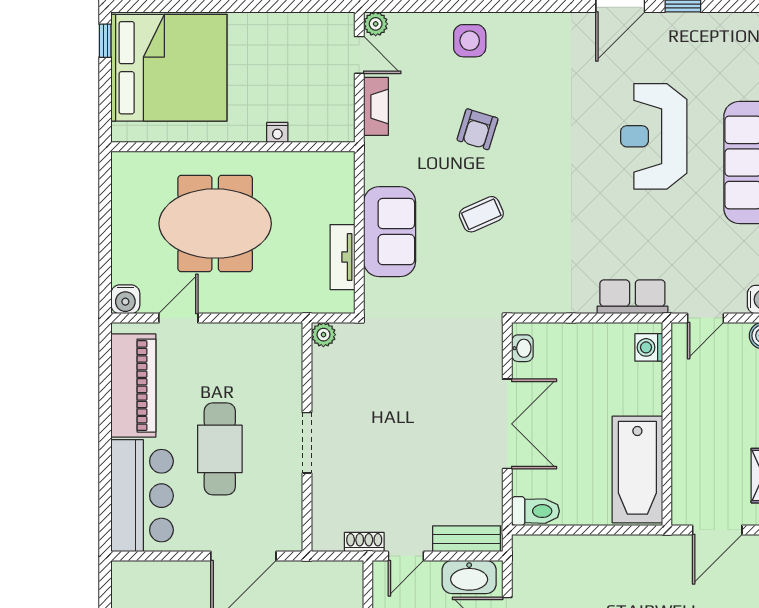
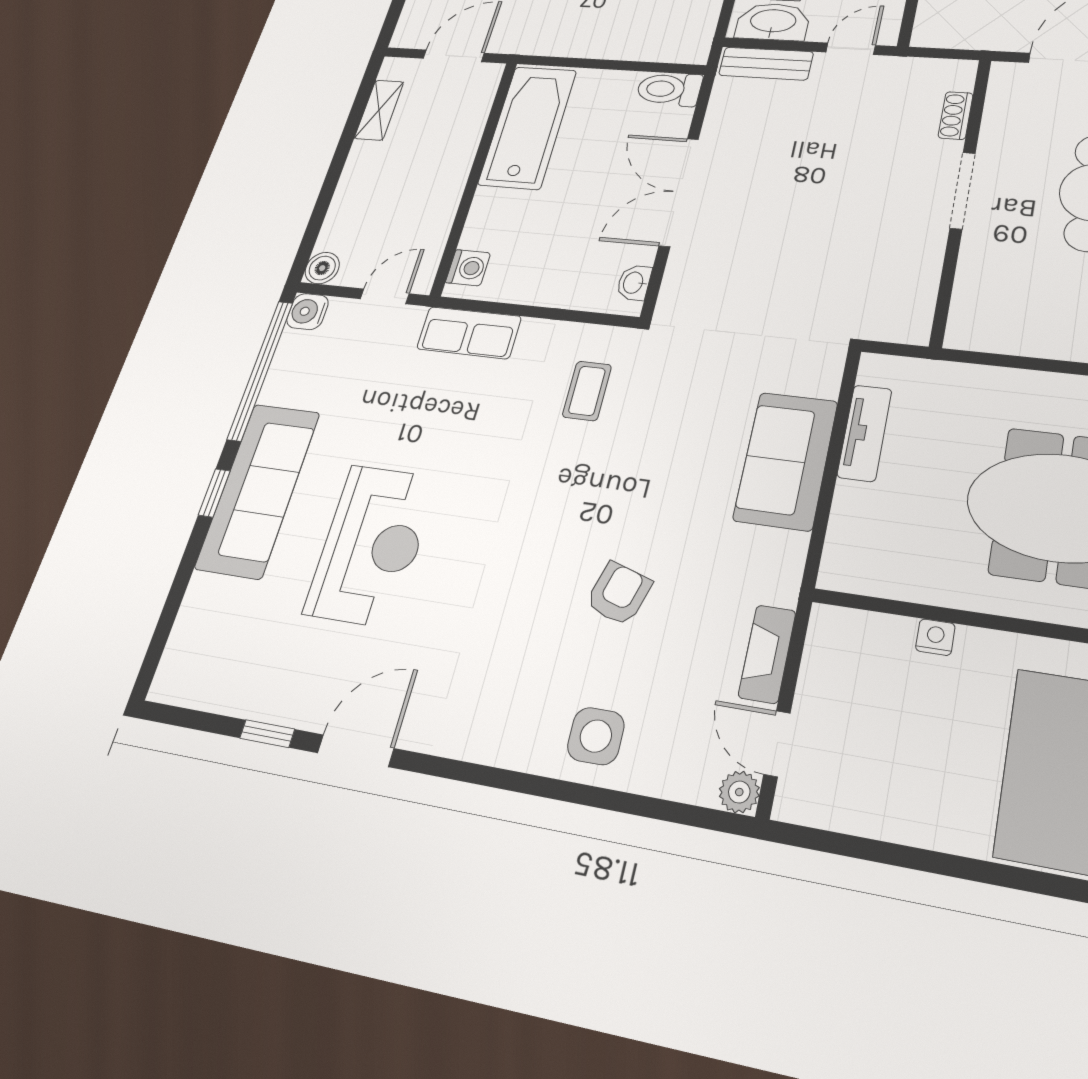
coffee table: (481, 214) -> (587, 391), moved, turned -66
plant: (323, 335) -> (913, 328), removed
shoe rack: (364, 542) -> (956, 115), moved, turned 90

